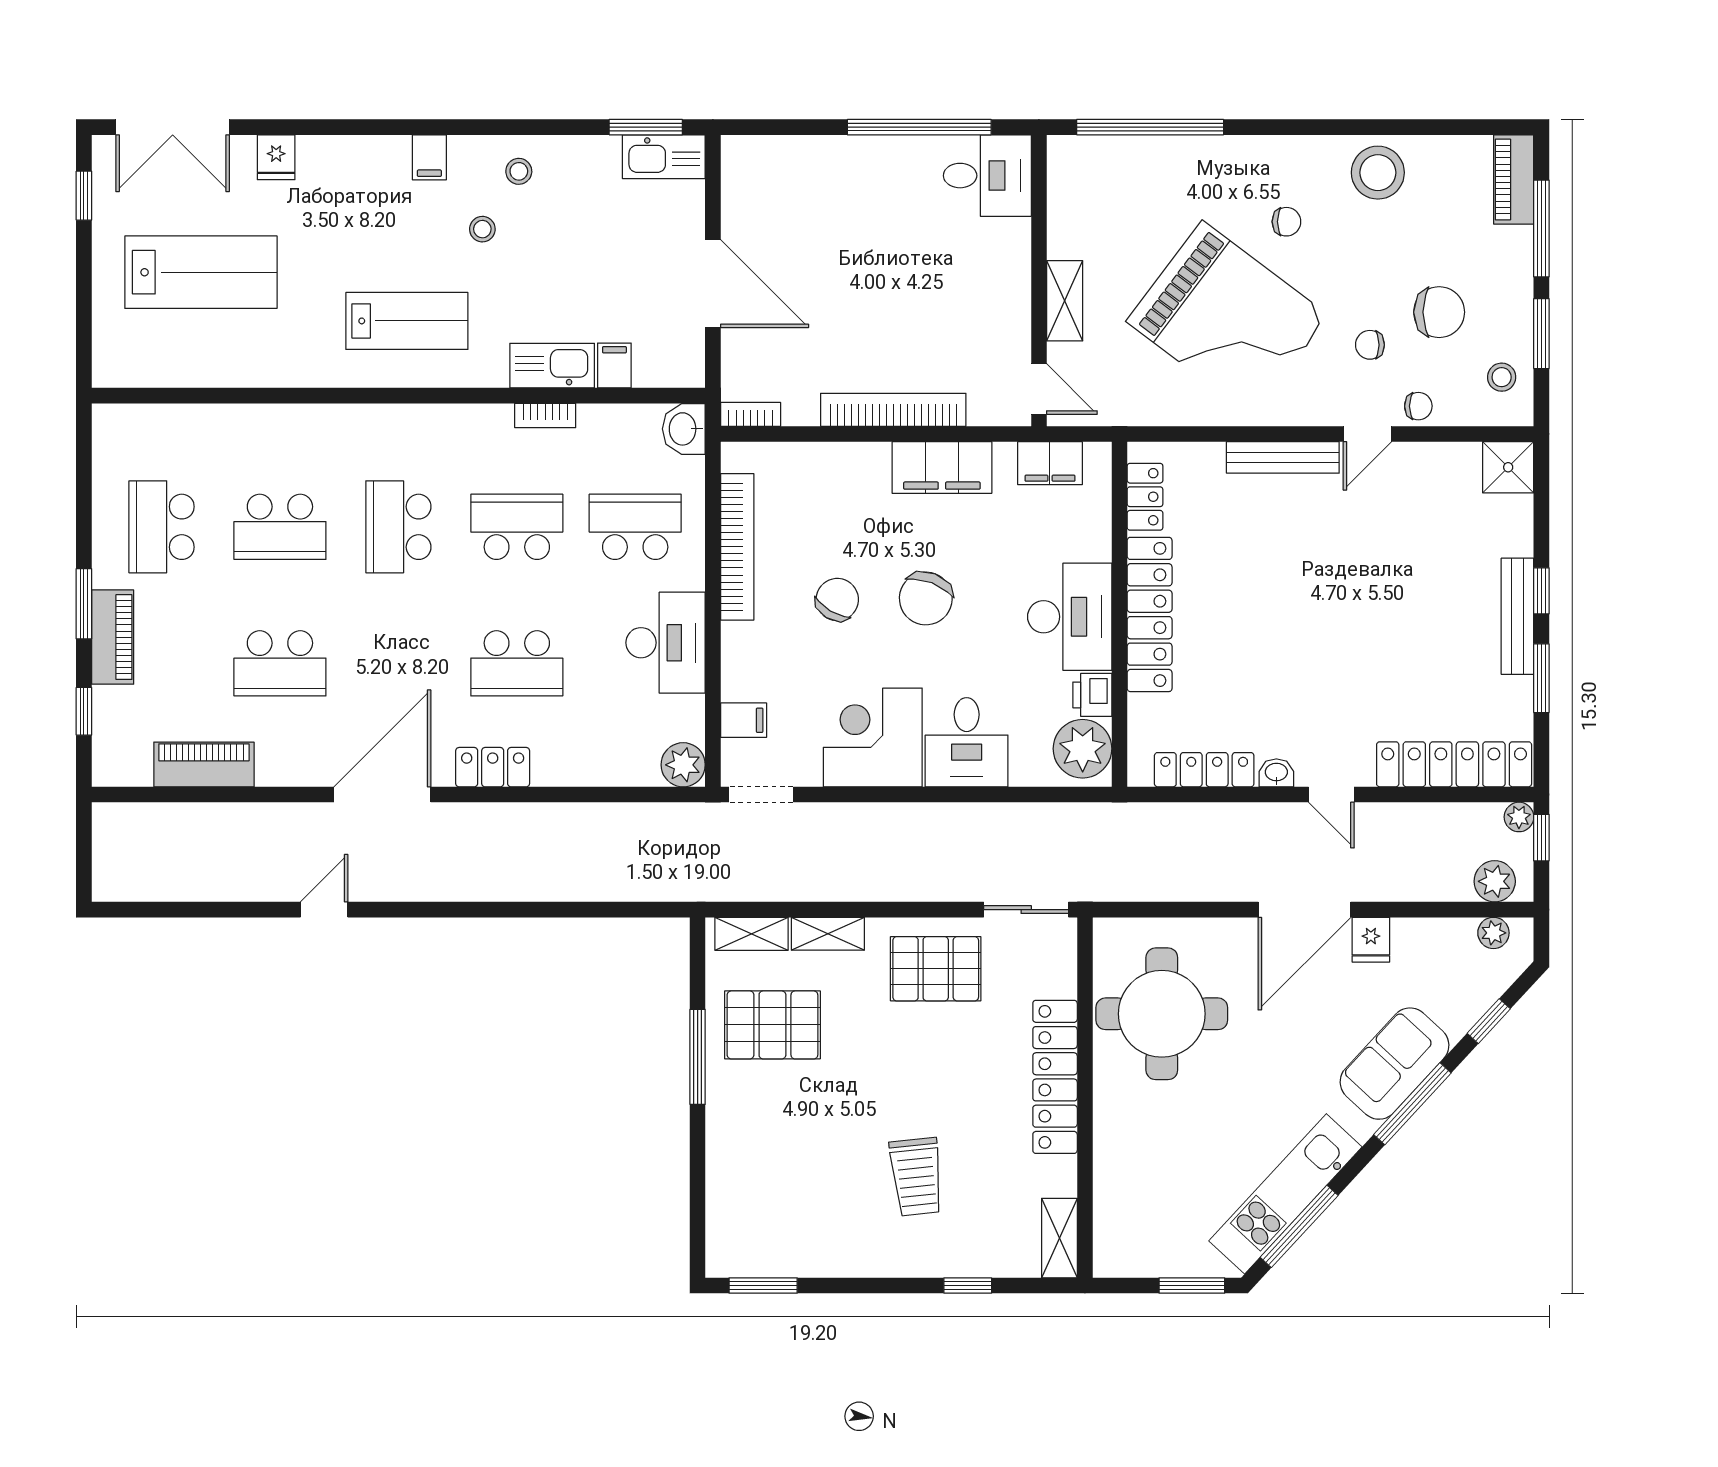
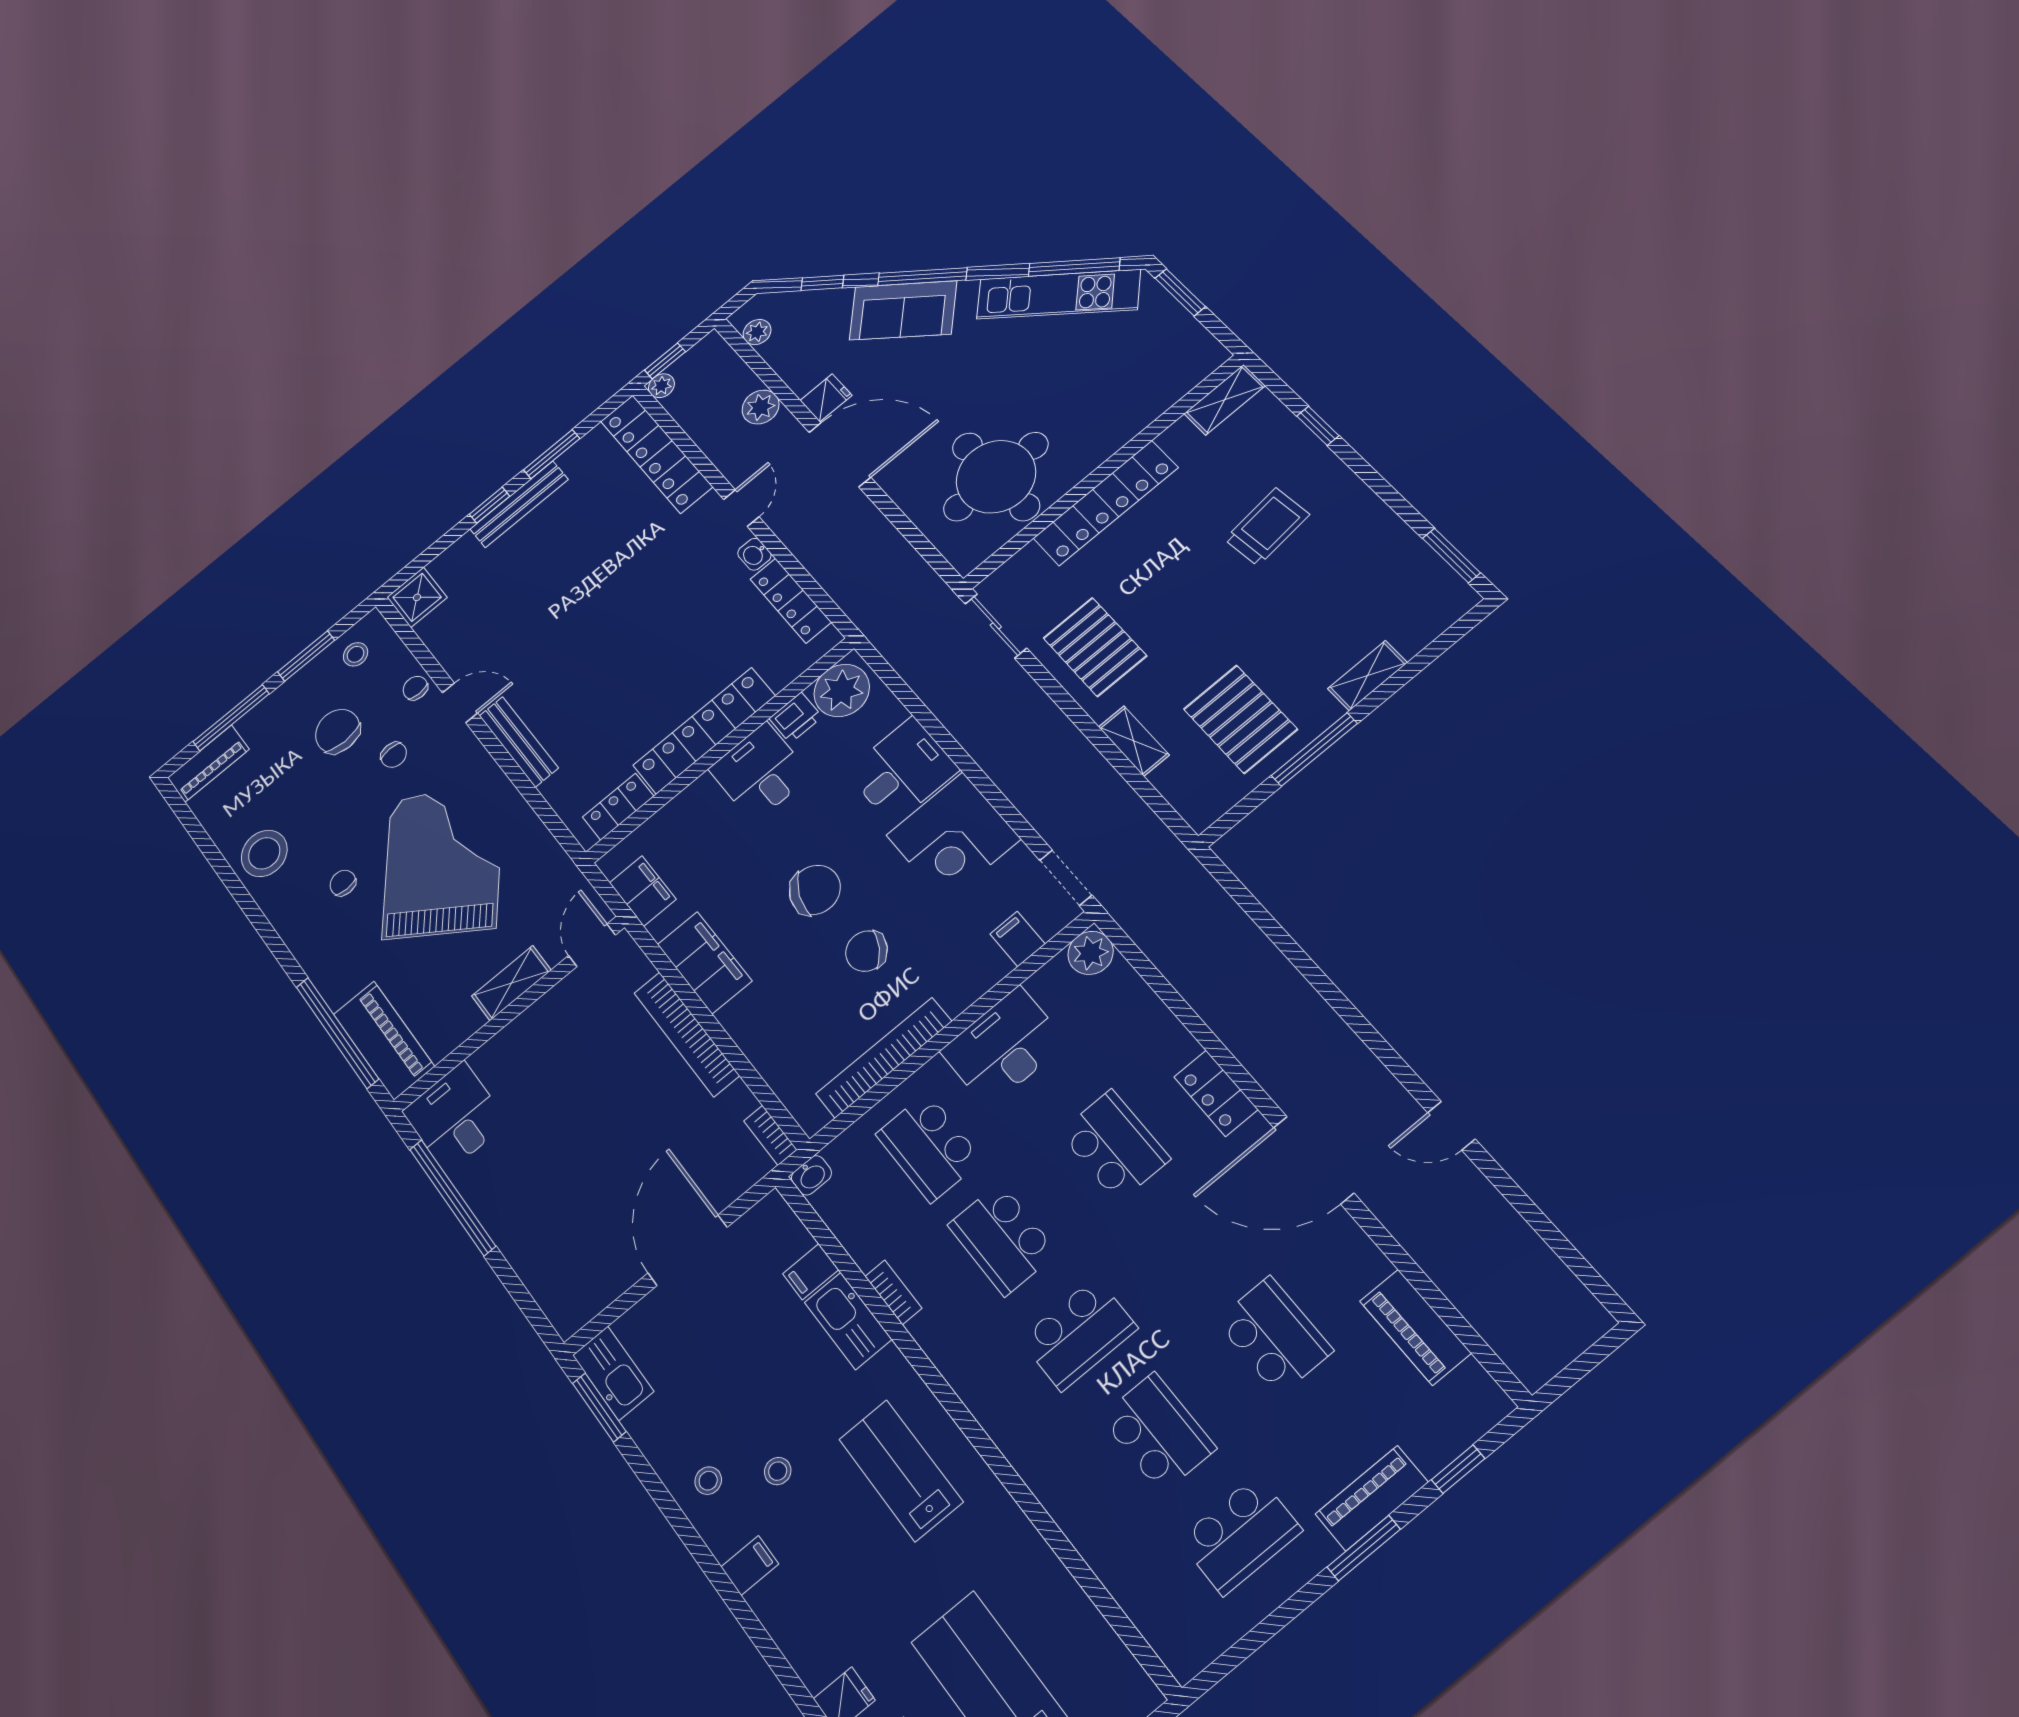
piano: (1108, 162) -> (384, 1040), added
washbasin: (684, 429) -> (811, 1175), width x0.72, depth x0.69
desk: (1070, 617) -> (760, 772), width x0.73
plant: (1495, 881) -> (761, 407), moved
shelving: (752, 934) -> (1367, 676), moved, turned 90

